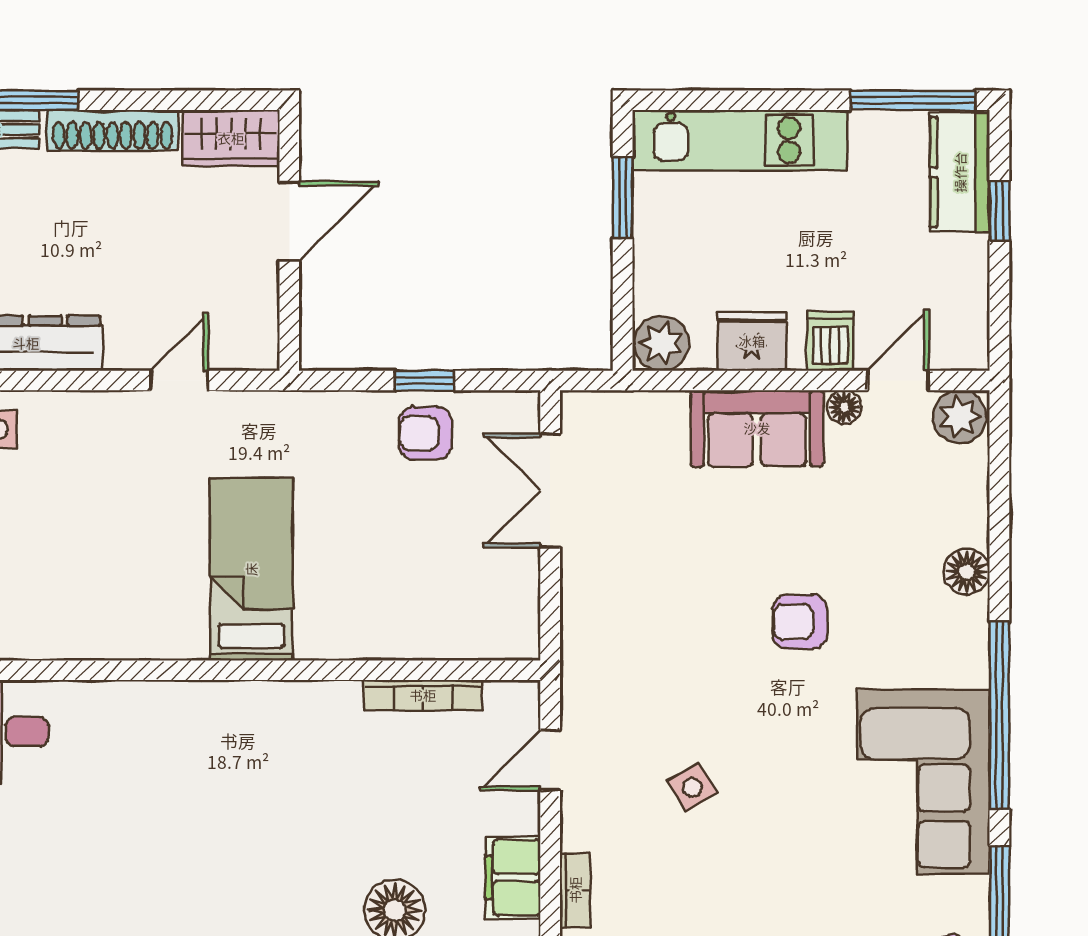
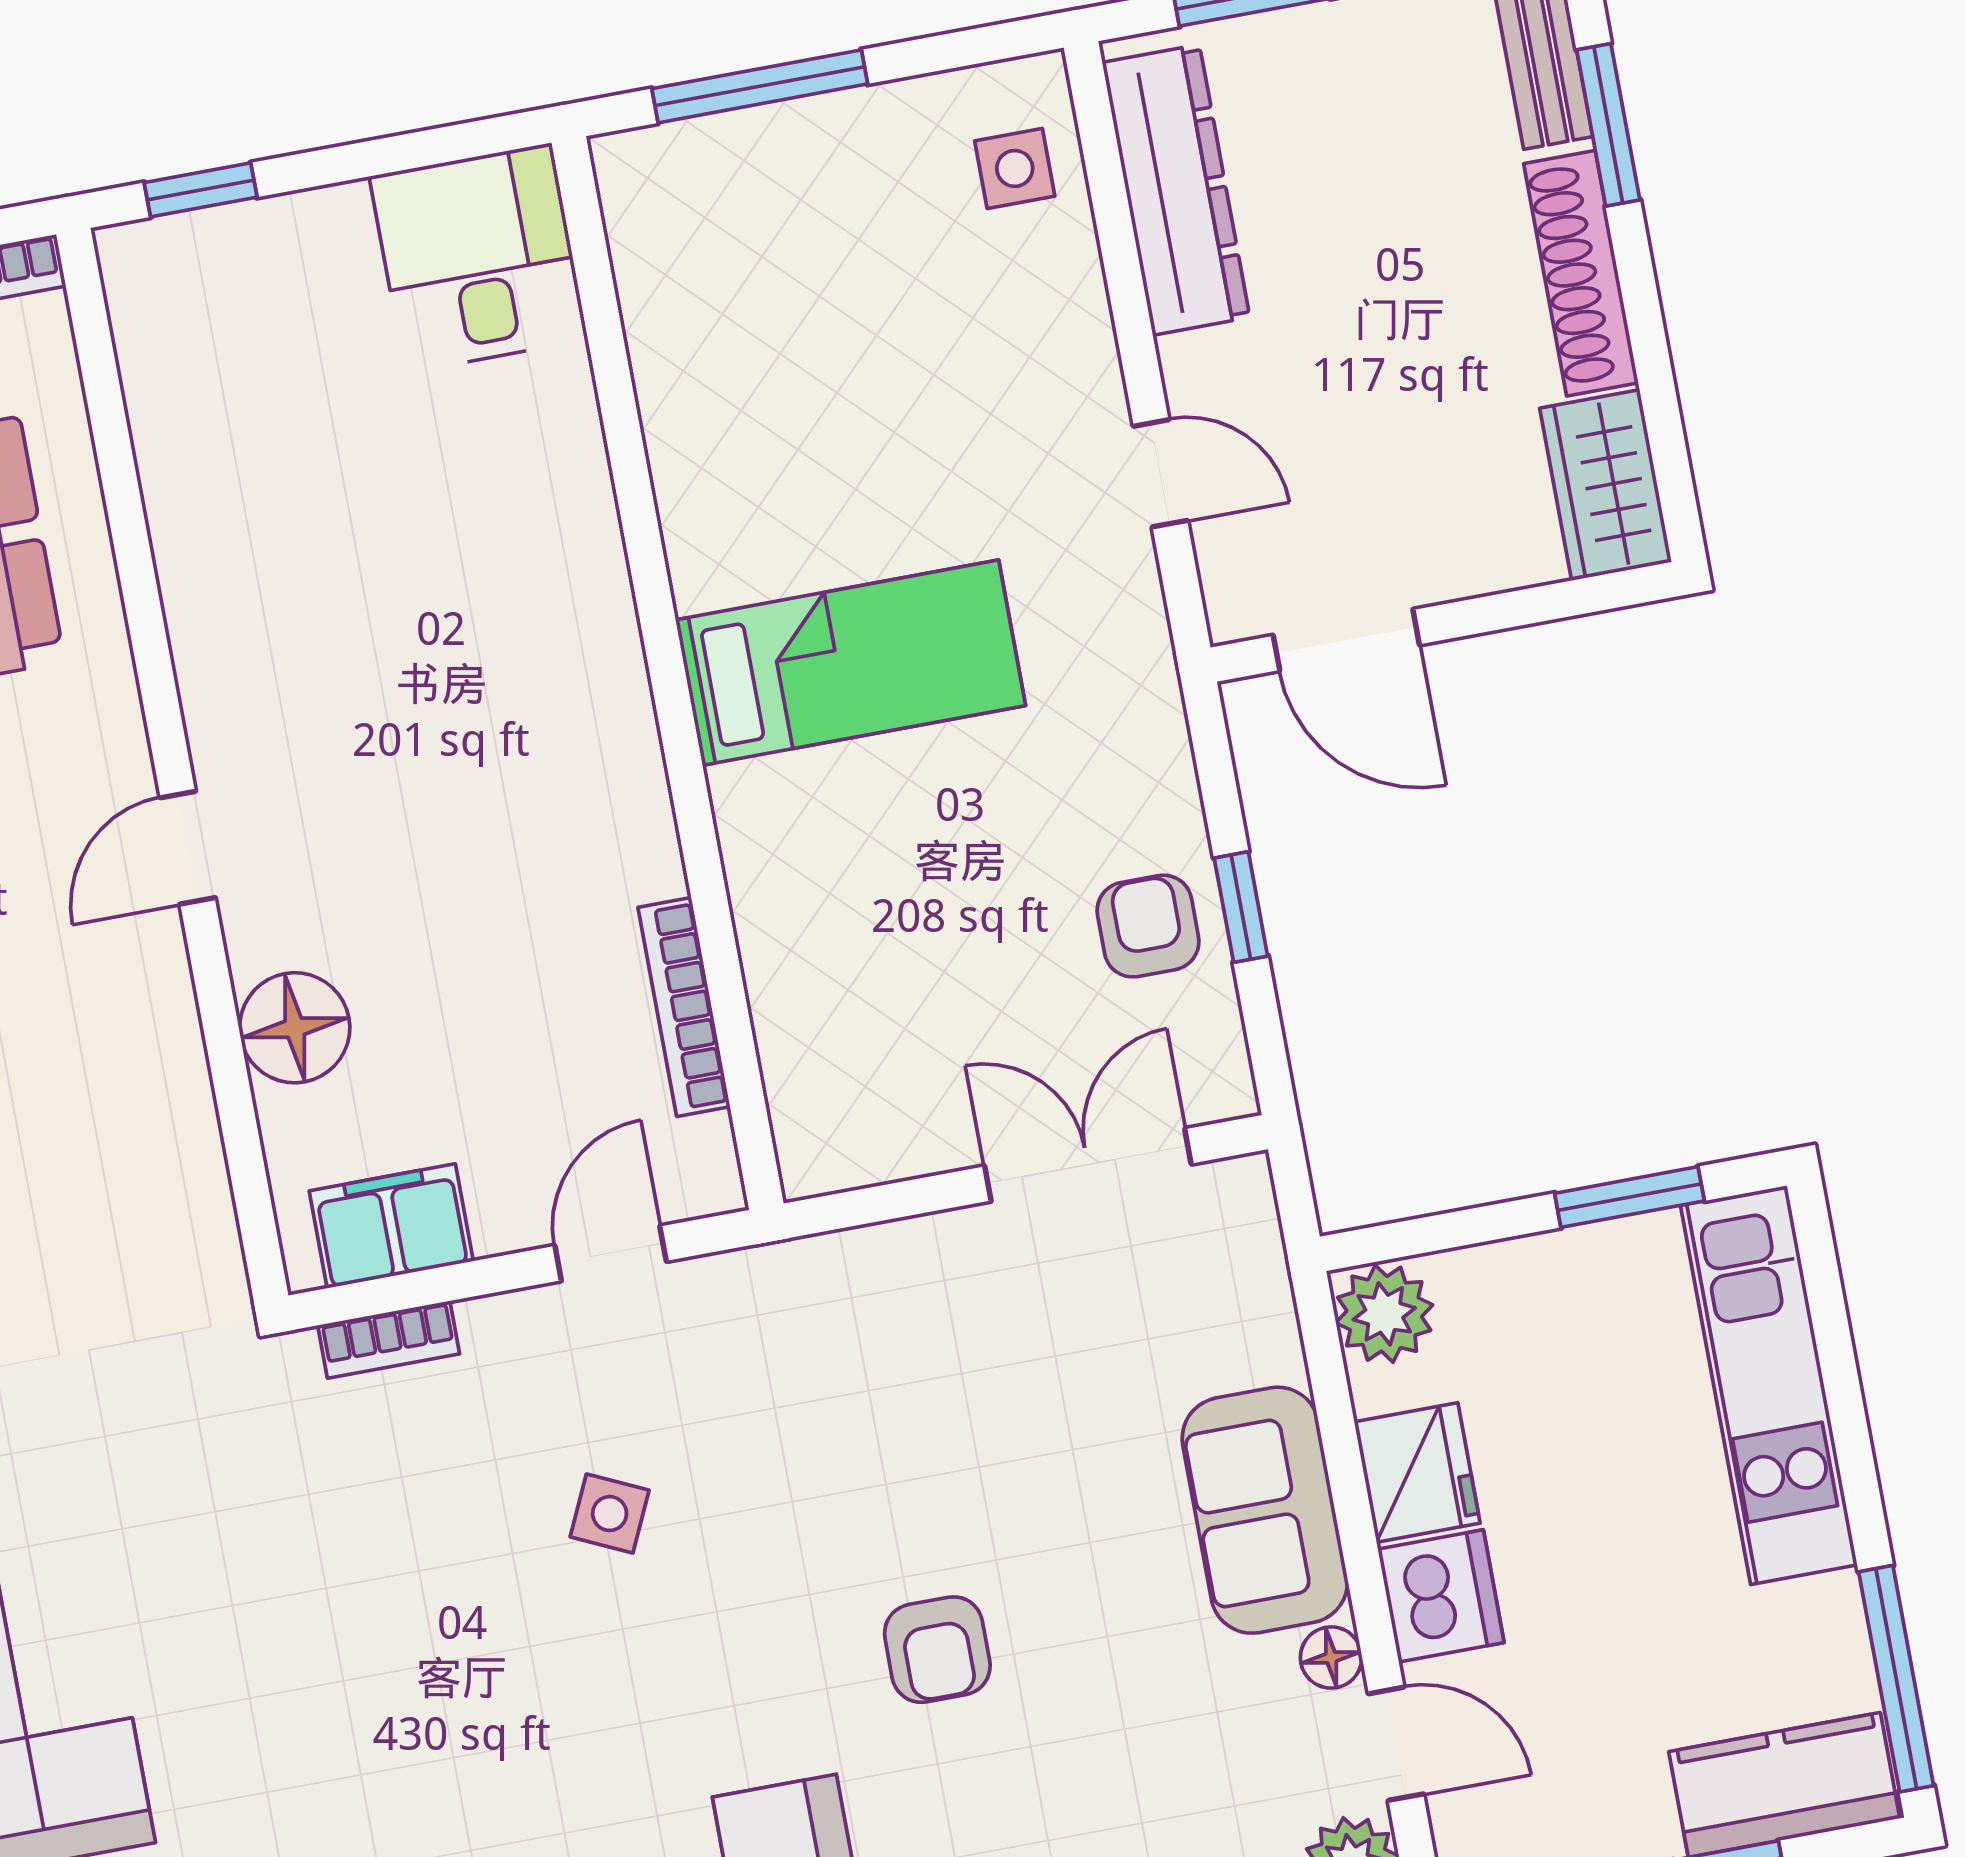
door: (289, 221) -> (1346, 640), moved
dishwasher: (830, 341) -> (1441, 1596), width x1.38
armchair: (800, 622) -> (937, 1650), turned 180
door: (550, 760) -> (611, 1253), hinge flipped
side table: (692, 787) -> (610, 1514), turned -33

